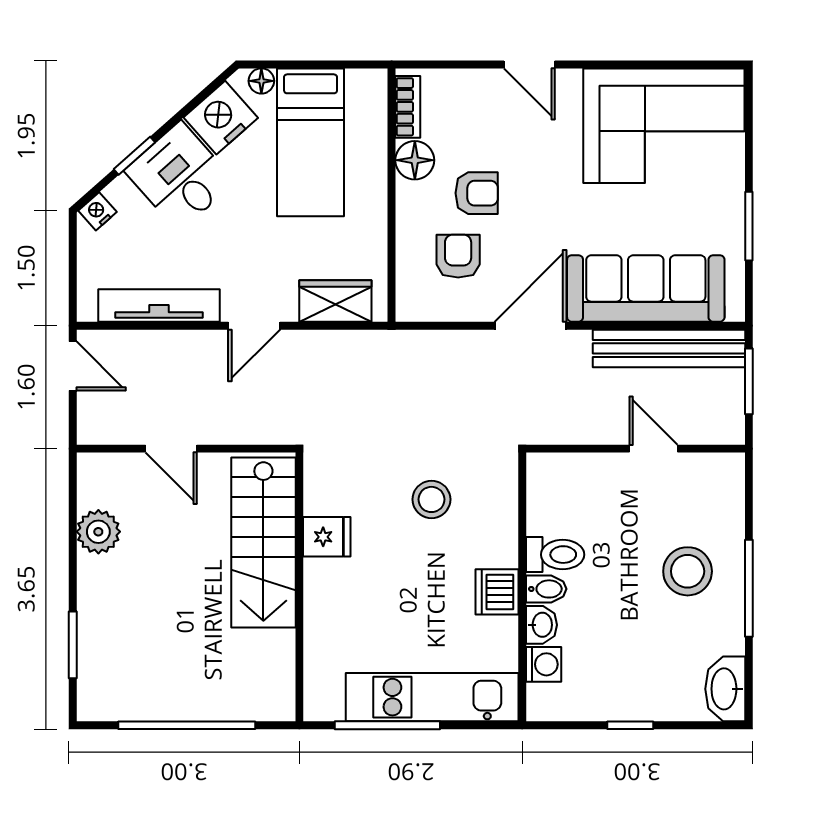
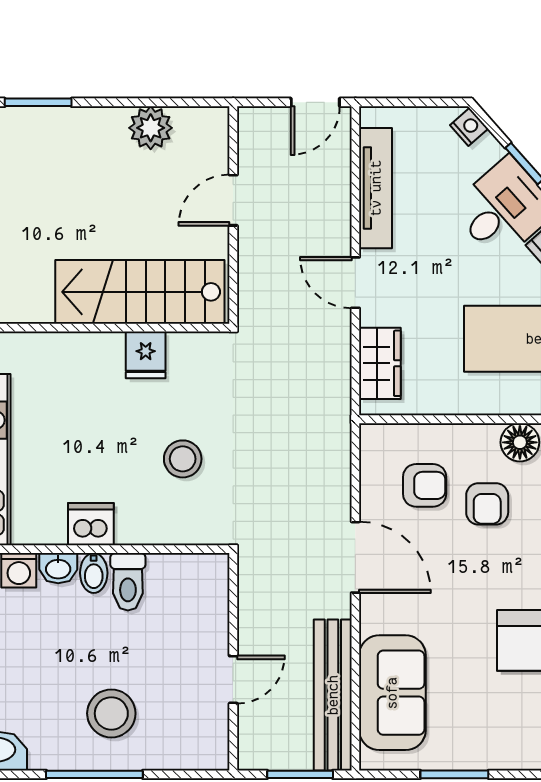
sofa: (646, 288) -> (392, 693), width x0.73

